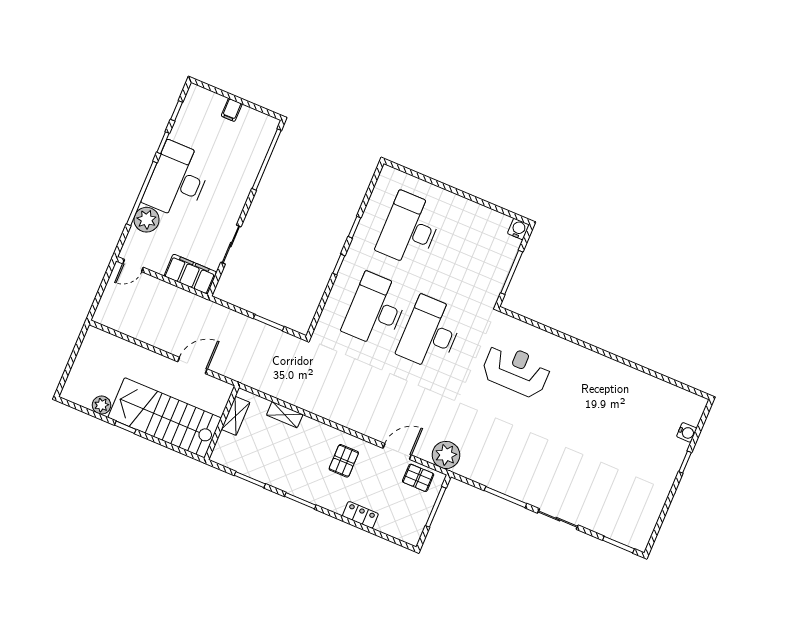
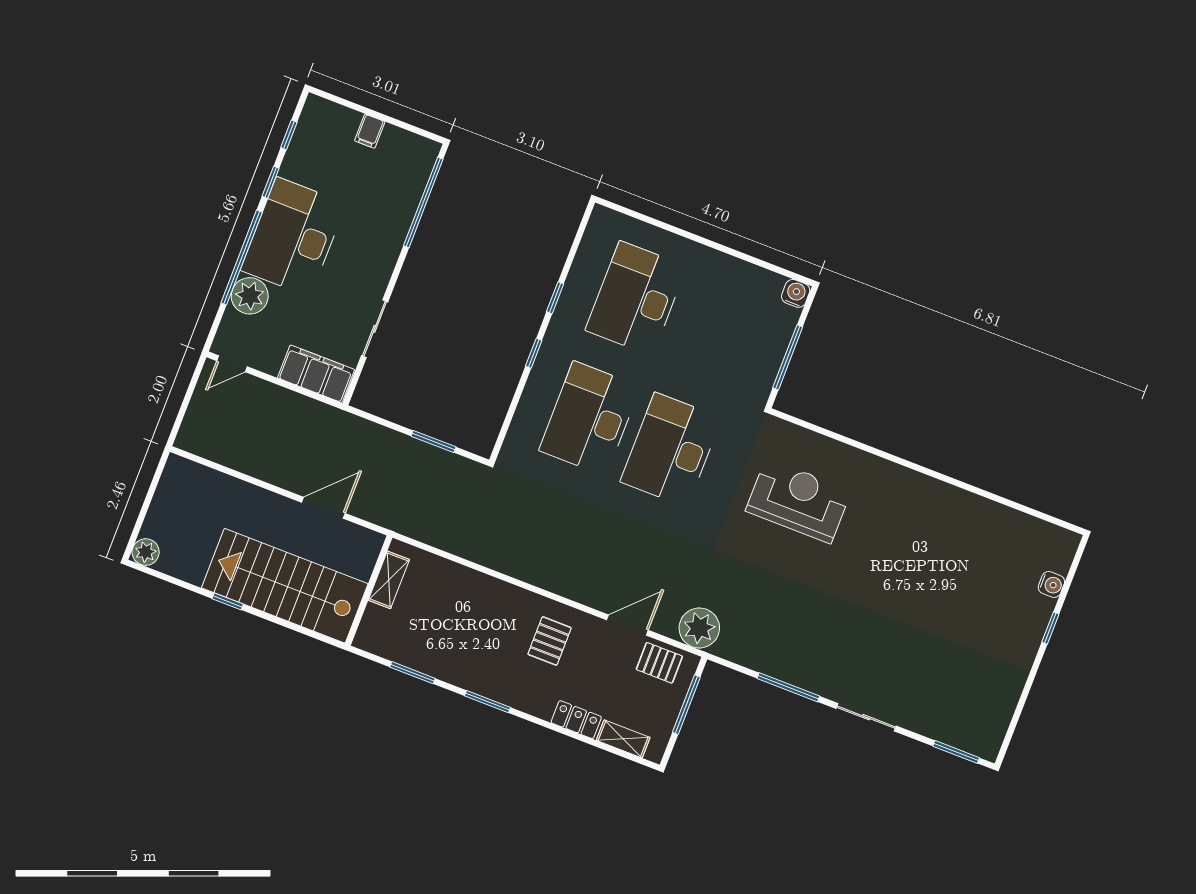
plant: (102, 405) -> (146, 552), moved
shelving: (285, 415) -> (623, 739), moved

